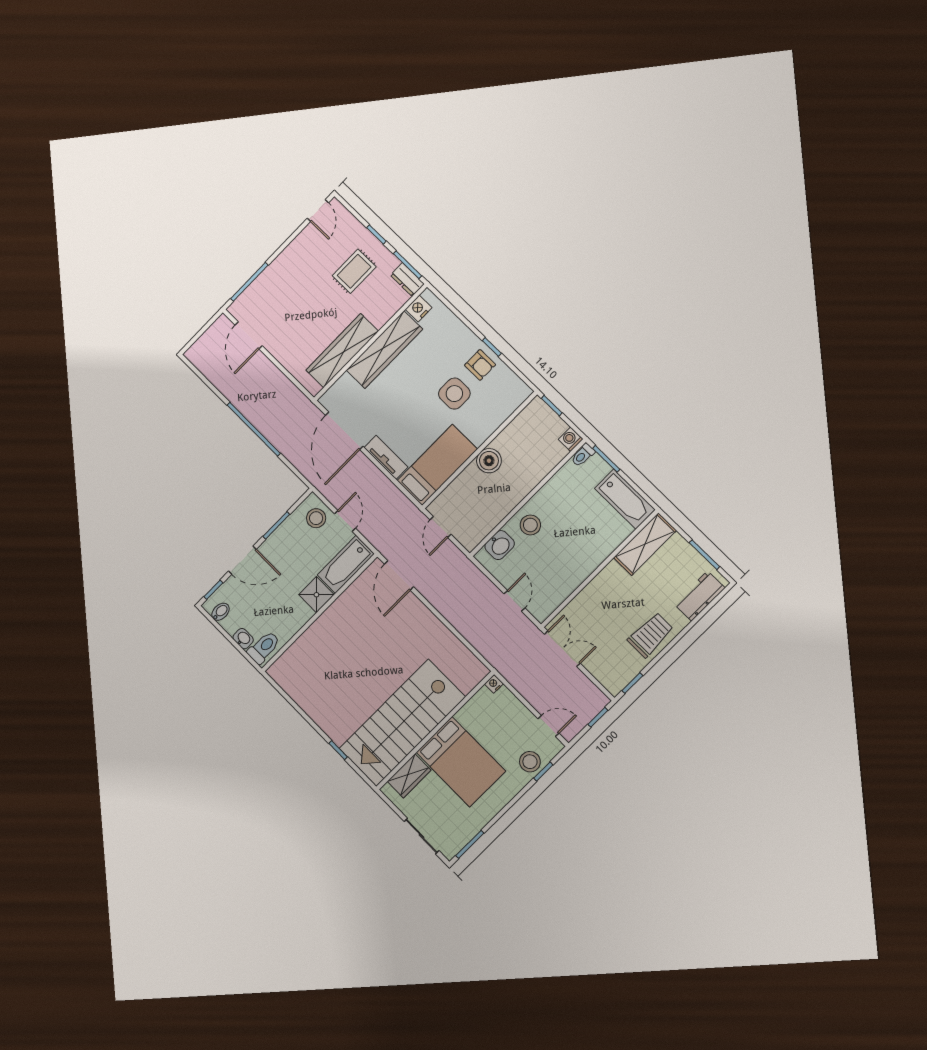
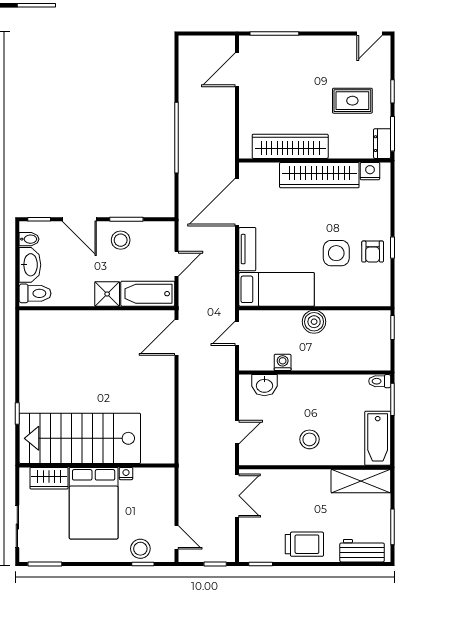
washing machine: (571, 439) -> (283, 362), moved
stool: (316, 518) -> (121, 240), moved
stool: (530, 525) -> (310, 439), moved
washbasin: (243, 639) -> (30, 265), width x1.91, depth x1.45
nightstand: (494, 684) -> (126, 474), moved

